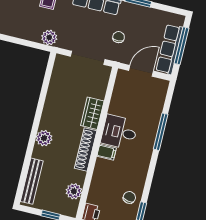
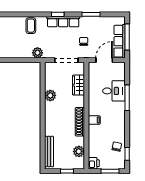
wardrobe: (92, 113) -> (78, 85), moved
desk: (119, 132) -> (114, 91), moved, turned 180
plant: (44, 138) -> (50, 95), moved

